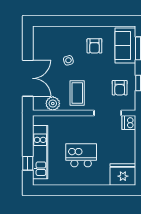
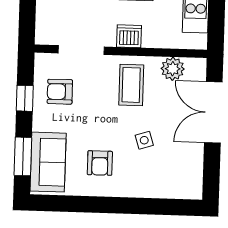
armchair: (94, 46) -> (100, 163), turned 180
armchair: (120, 88) -> (60, 92), turned -90
dishwasher: (129, 123) -> (129, 36), moved, turned -90

